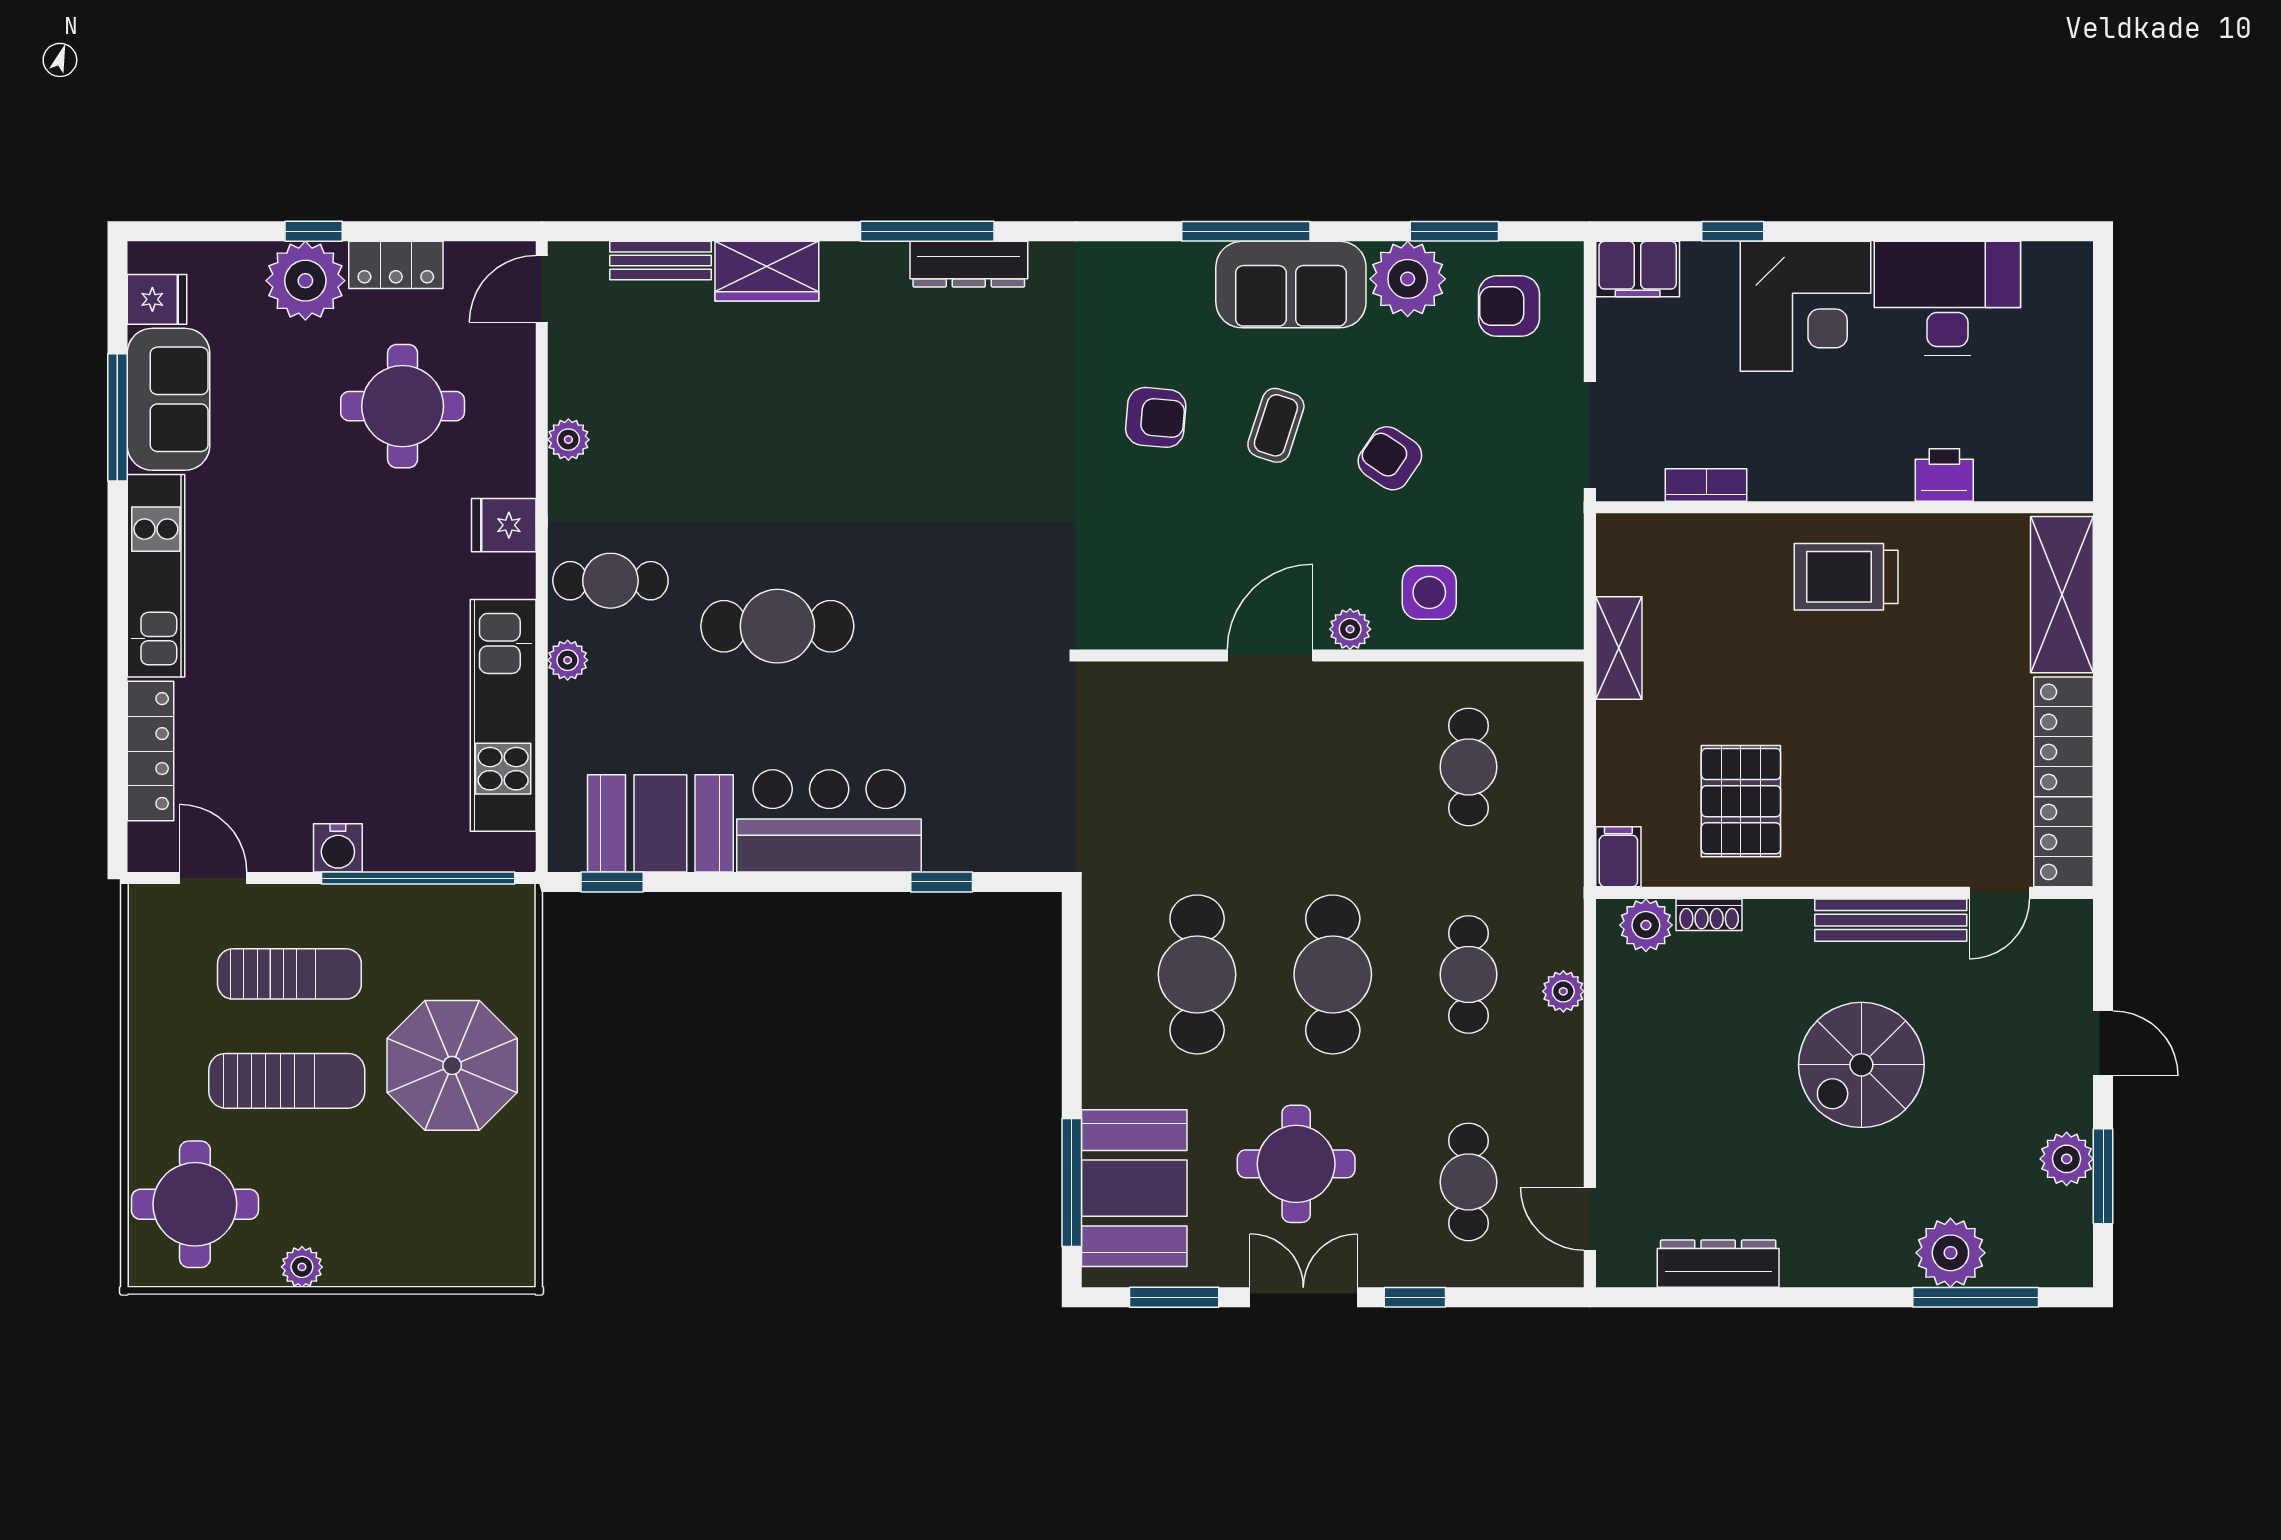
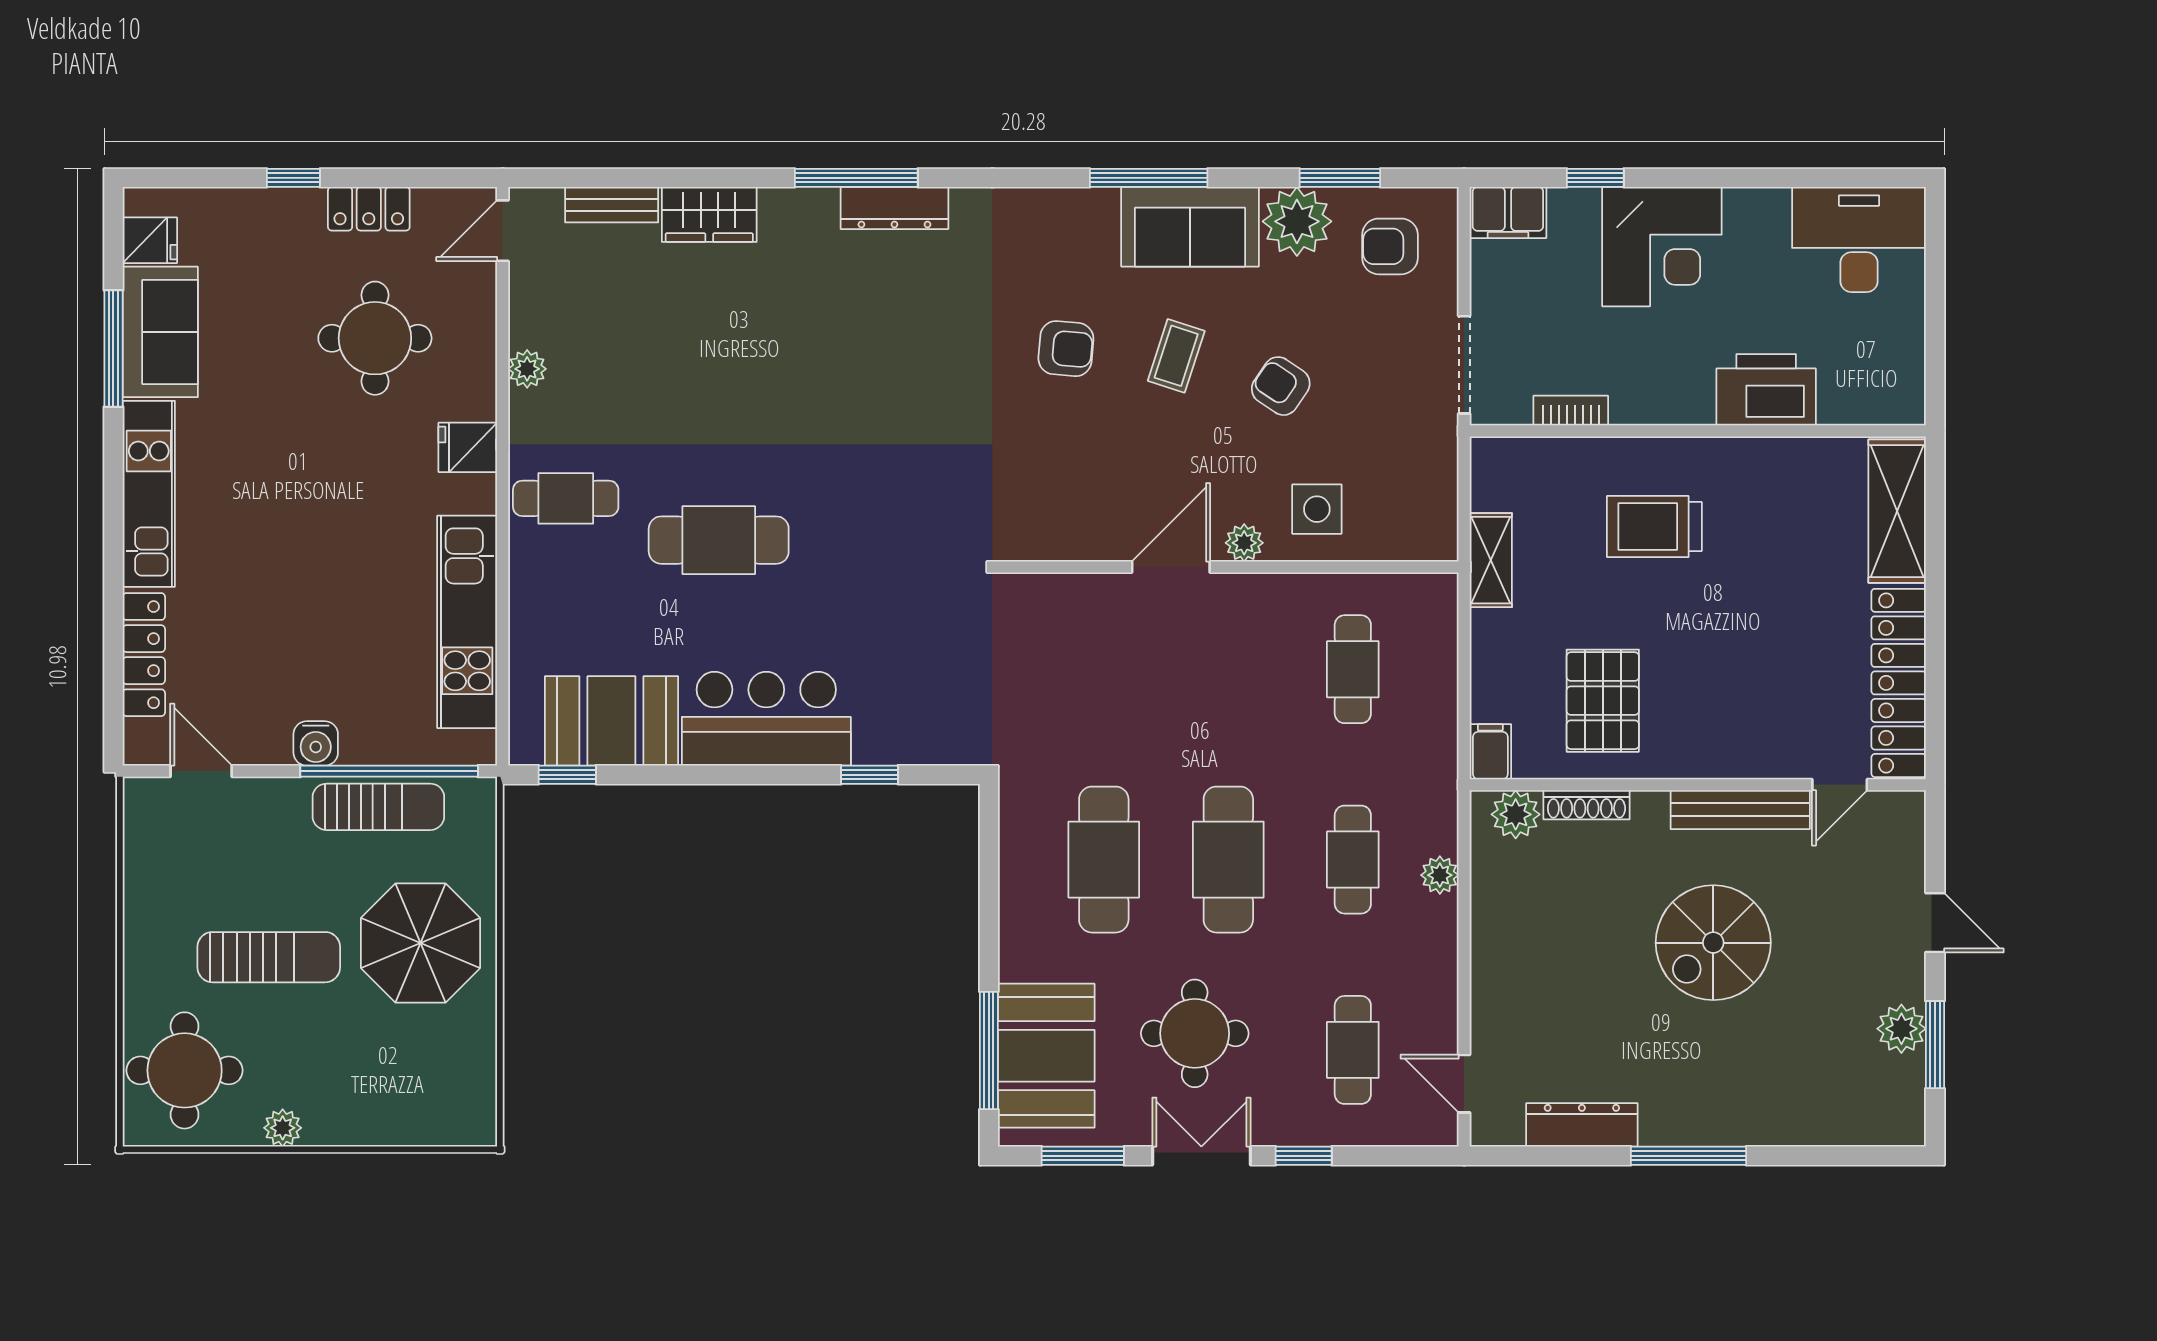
plant: (305, 281) -> (286, 223), removed
desk: (1947, 299) -> (1859, 239), moved
printer: (1944, 475) -> (1766, 390), width x1.87, depth x1.48
trolley: (1846, 577) -> (1654, 527), moved
plant: (568, 660) -> (526, 571), removed
shoe rack: (1709, 915) -> (1586, 805), width x1.43
sun lounger: (289, 974) -> (378, 807), moved
plant: (1950, 1253) -> (1795, 1115), removed
window: (1976, 1297) -> (1689, 1156), moved

